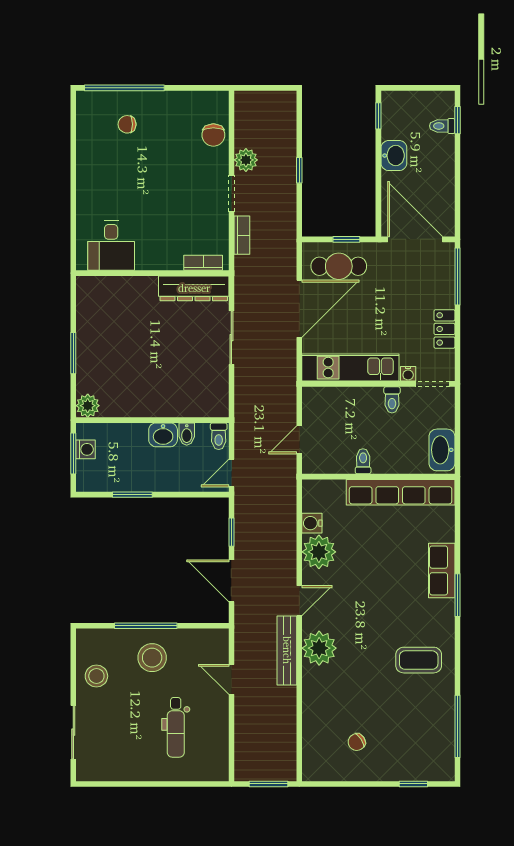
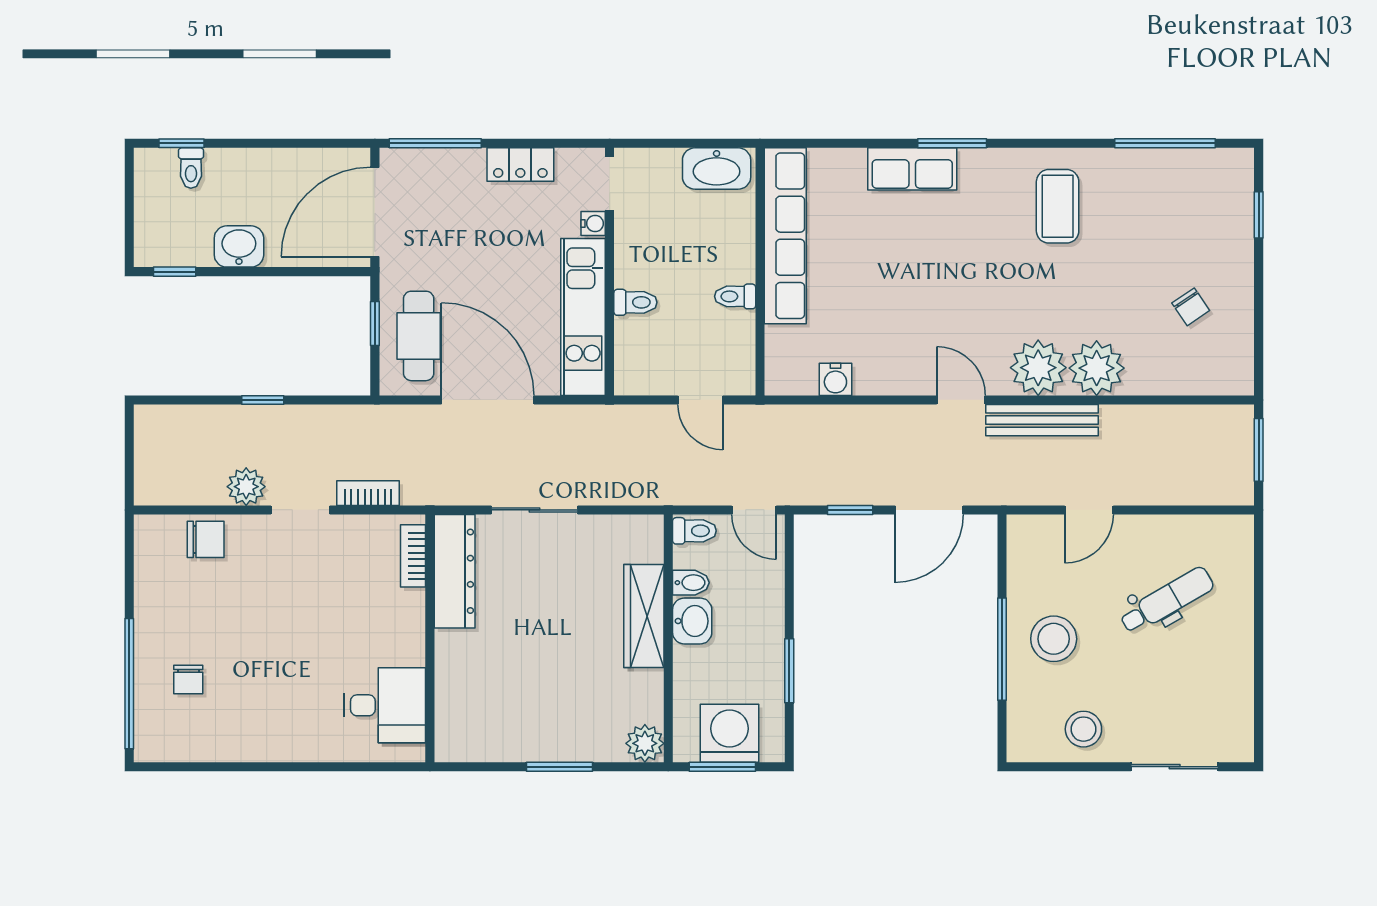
toilet: (392, 400) -> (635, 302), moved
wardrobe: (166, 405) -> (644, 616), added
washing machine: (85, 449) -> (729, 733), width x1.89, depth x1.89
plant: (319, 552) -> (1097, 368), moved
dental chair: (176, 727) -> (1167, 600), turned -30

